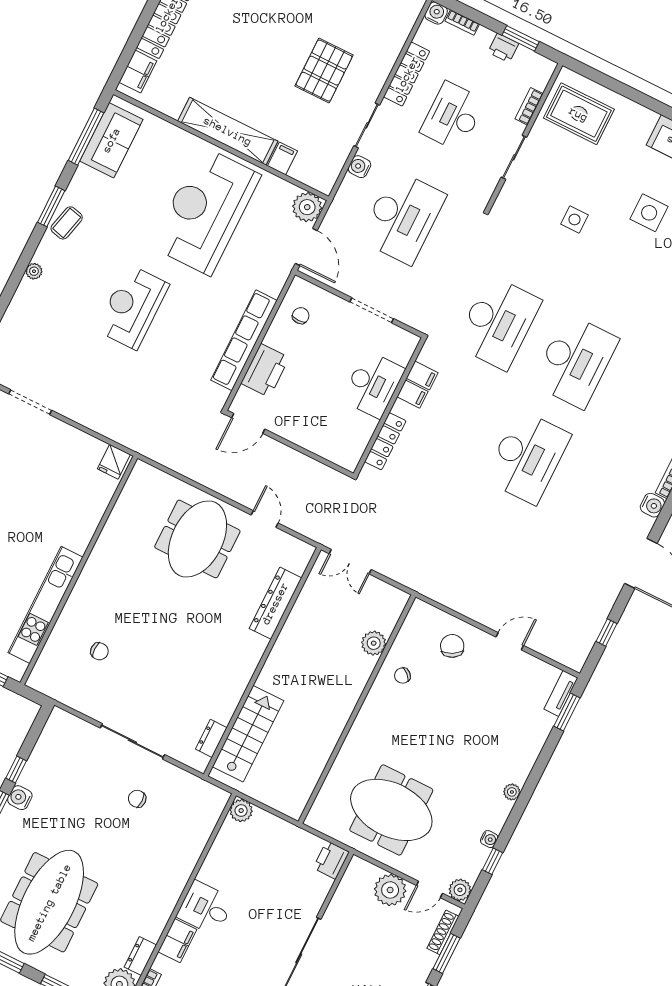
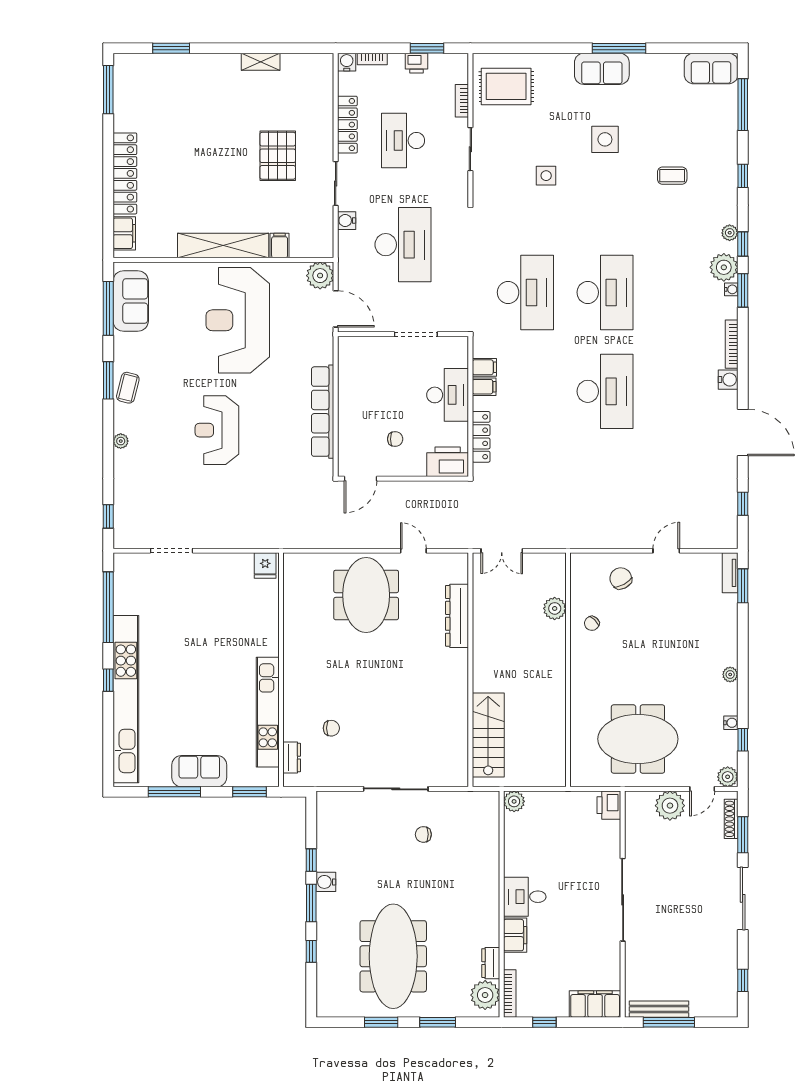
chair: (301, 316) -> (395, 439), moved, turned 90
printer: (265, 370) -> (448, 462), moved, turned -90
dresser: (211, 738) -> (292, 758), moved, turned 180

